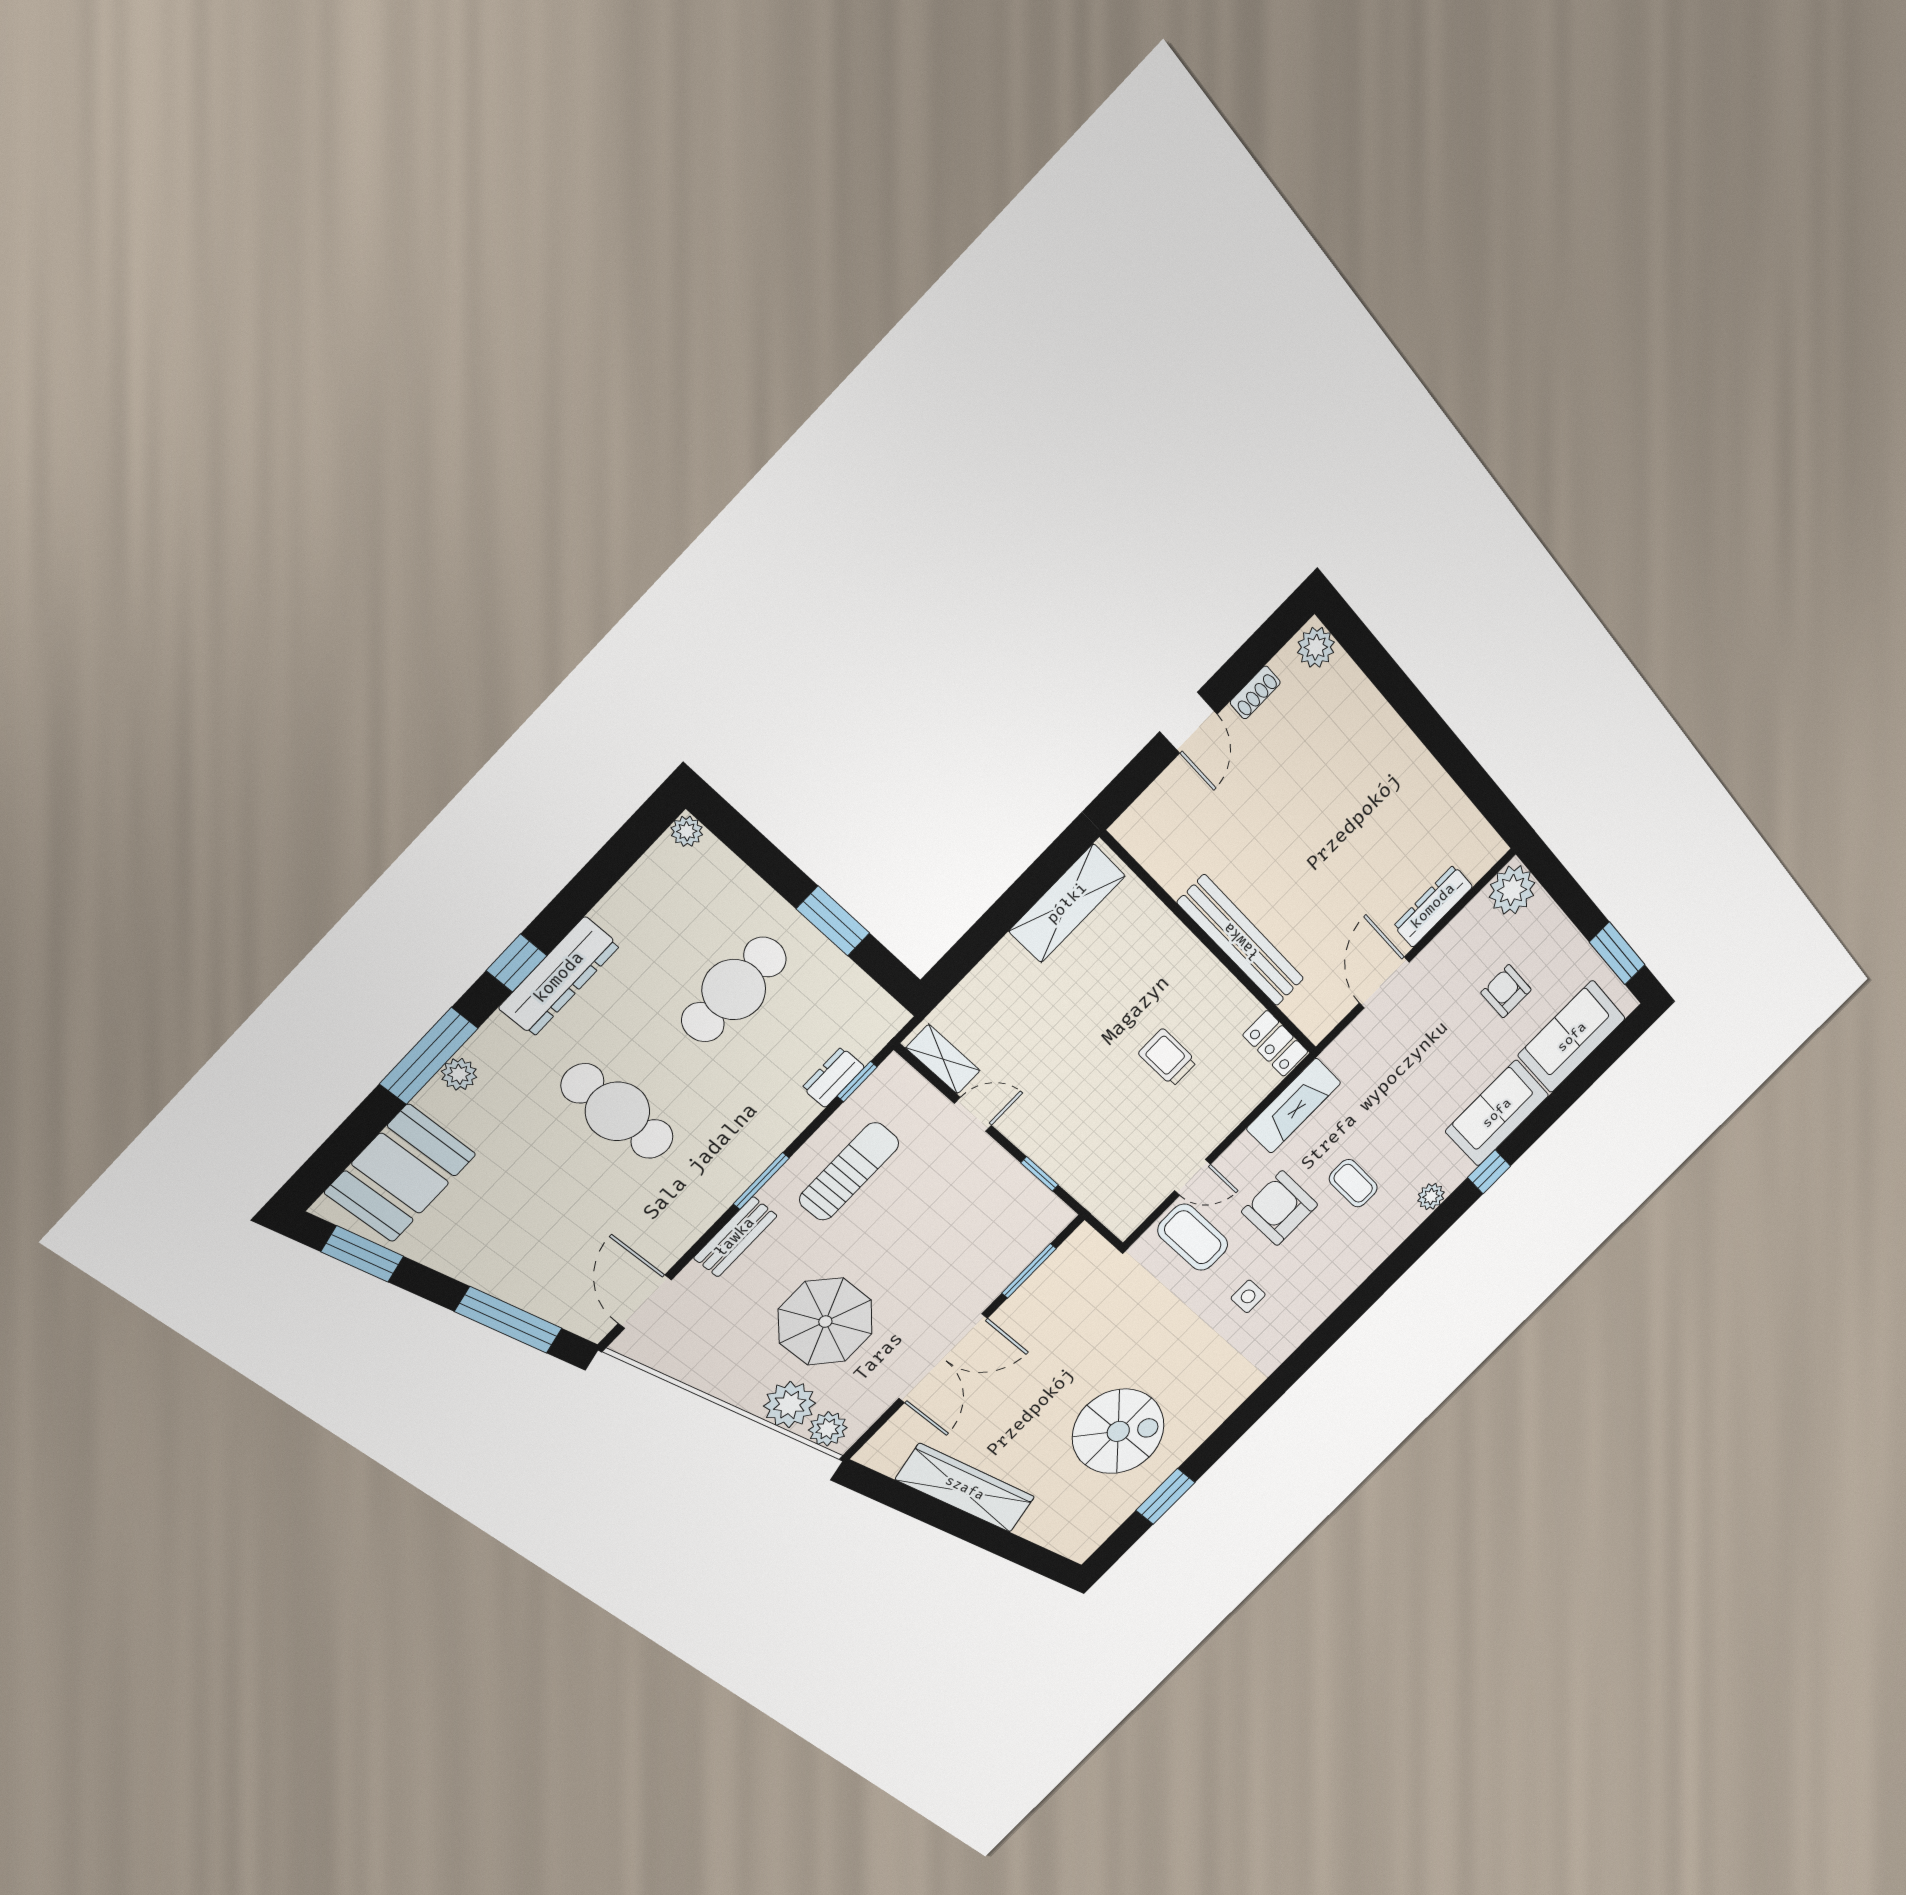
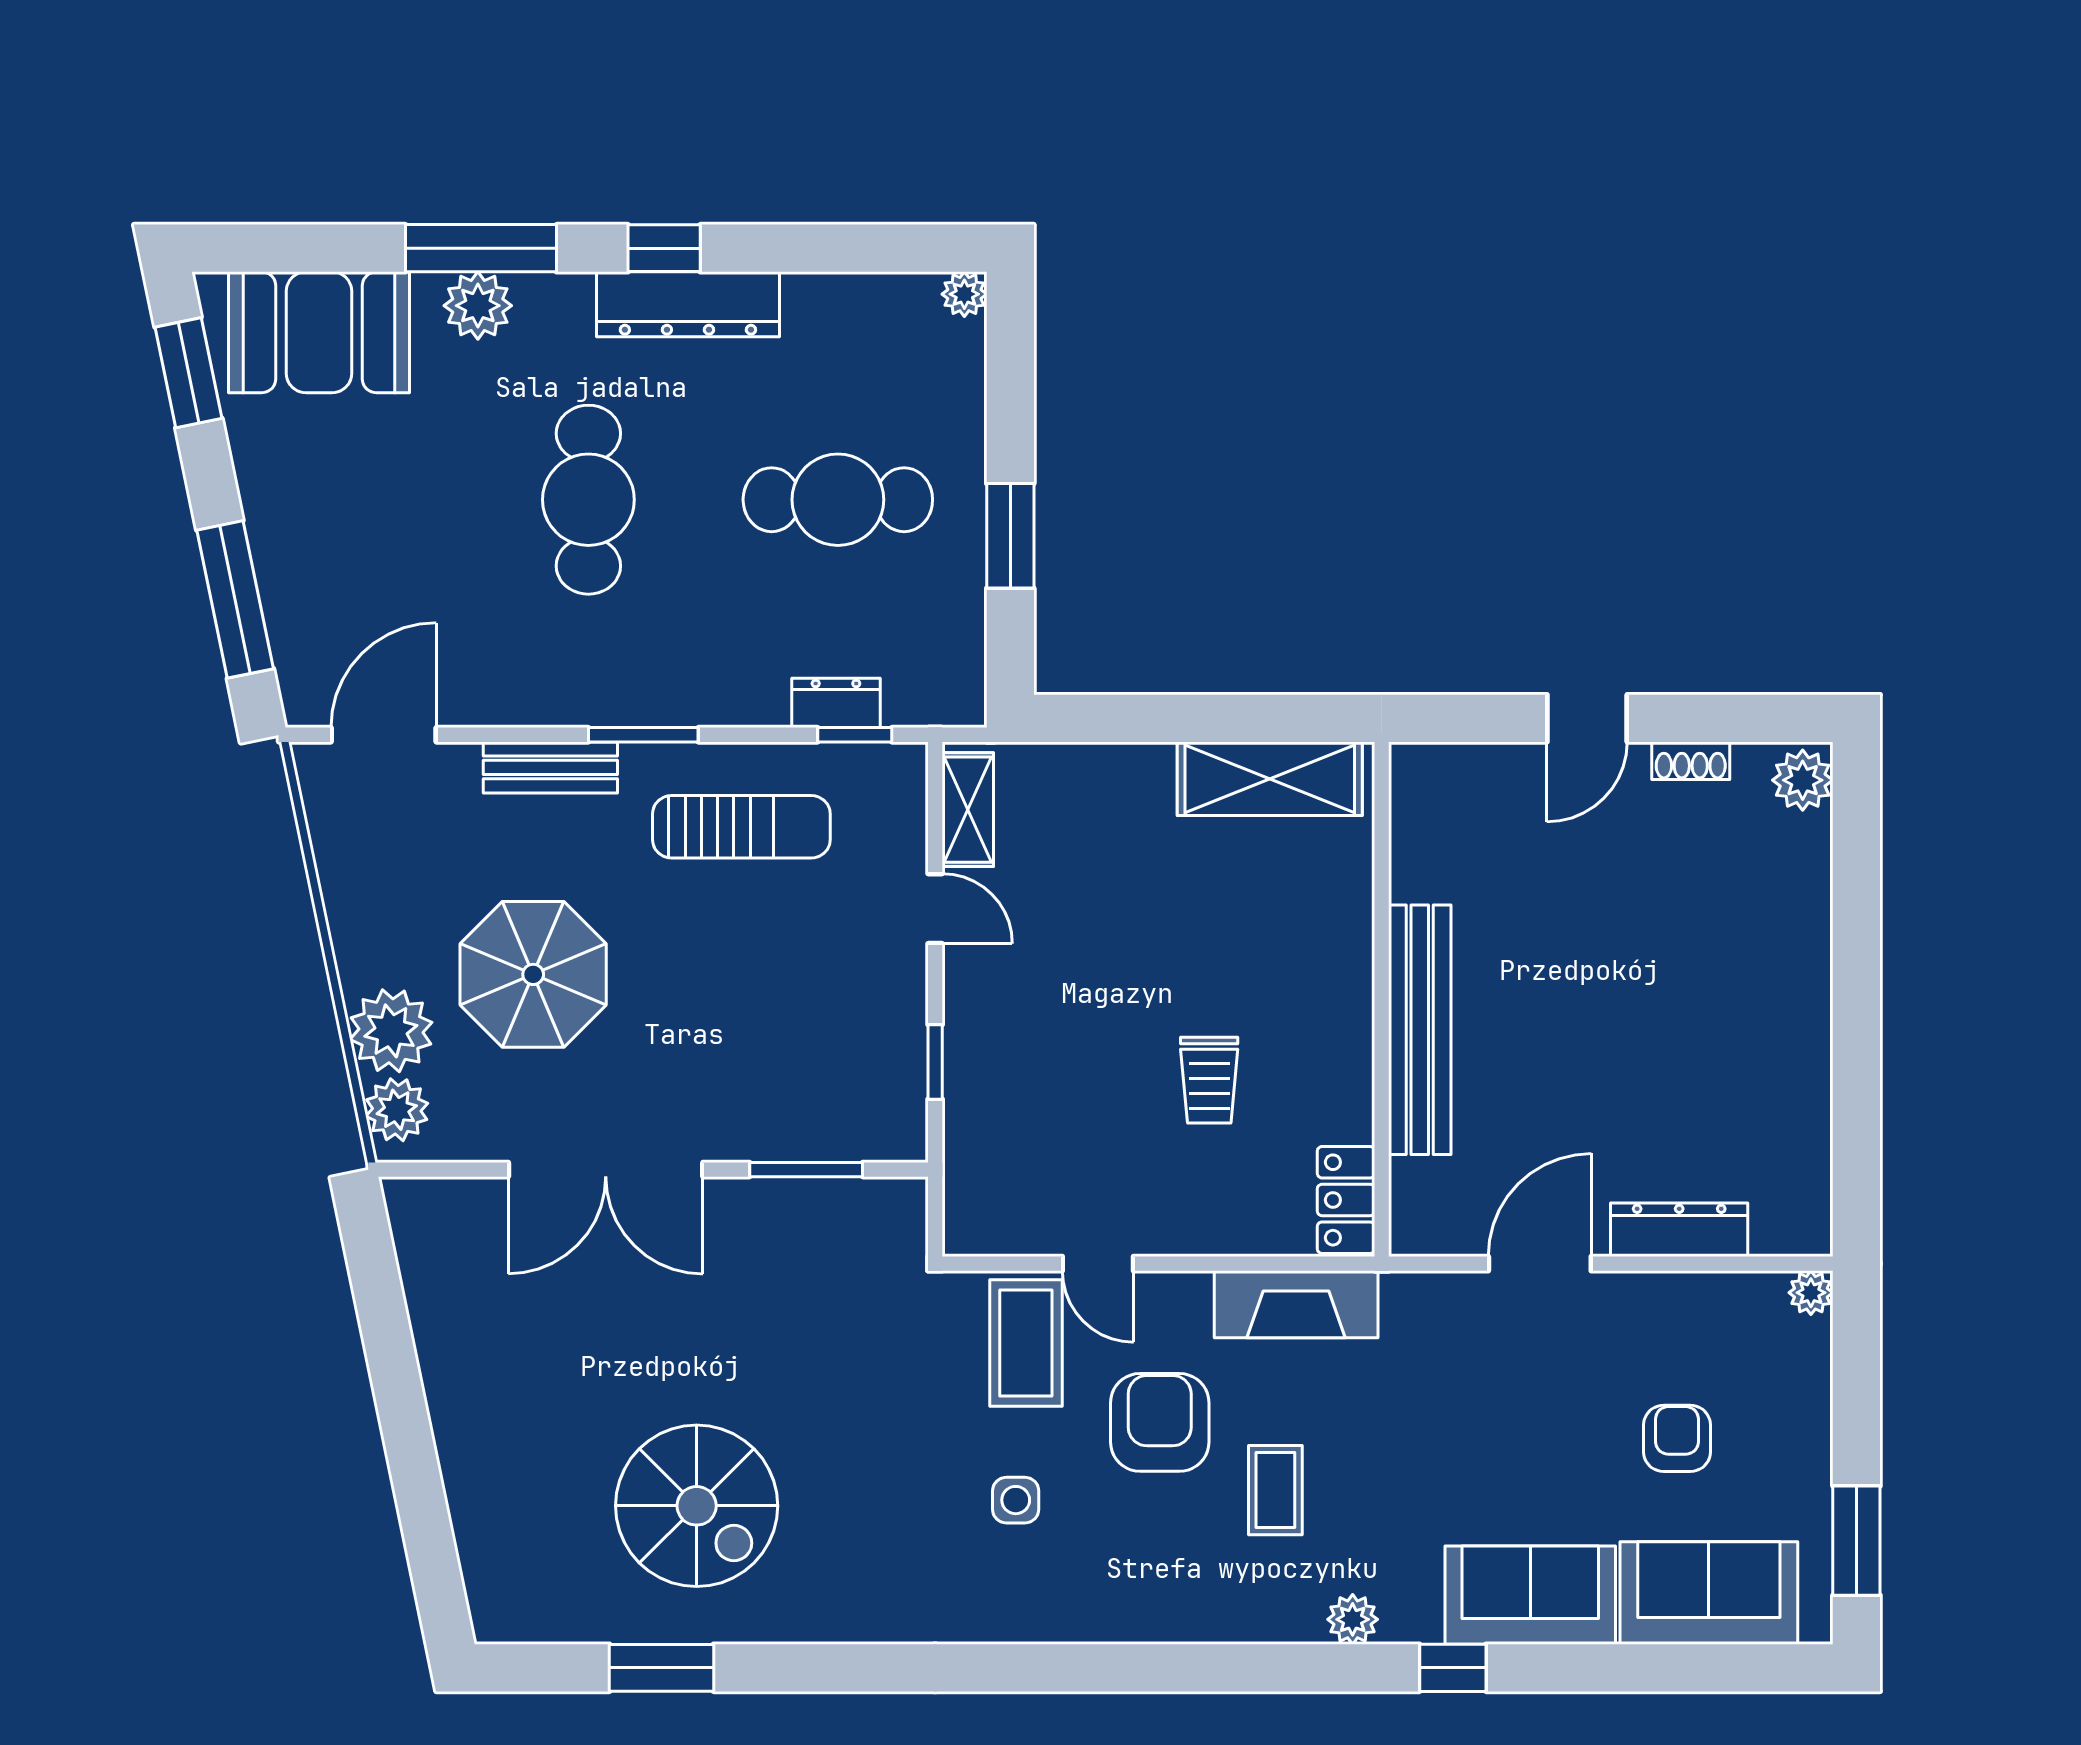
plant: (1512, 890) -> (1811, 1293), width x0.53, depth x0.53
trolley: (1168, 1058) -> (1209, 1080), turned 180
plant: (459, 1074) -> (478, 306), width x1.38, depth x1.38
wardrobe: (965, 1488) -> (457, 1371), removed

